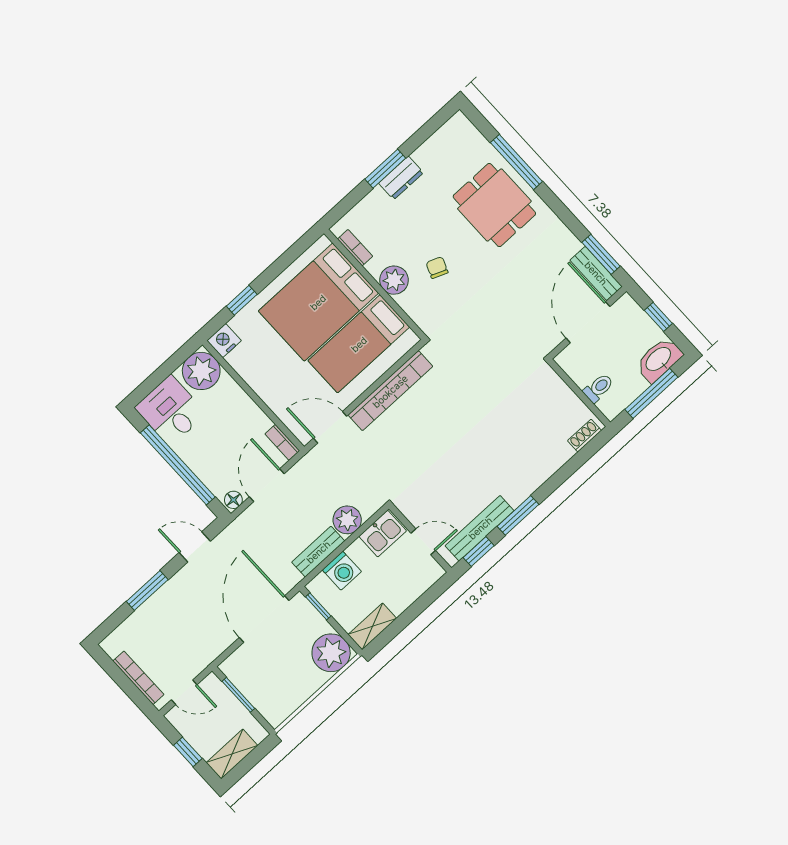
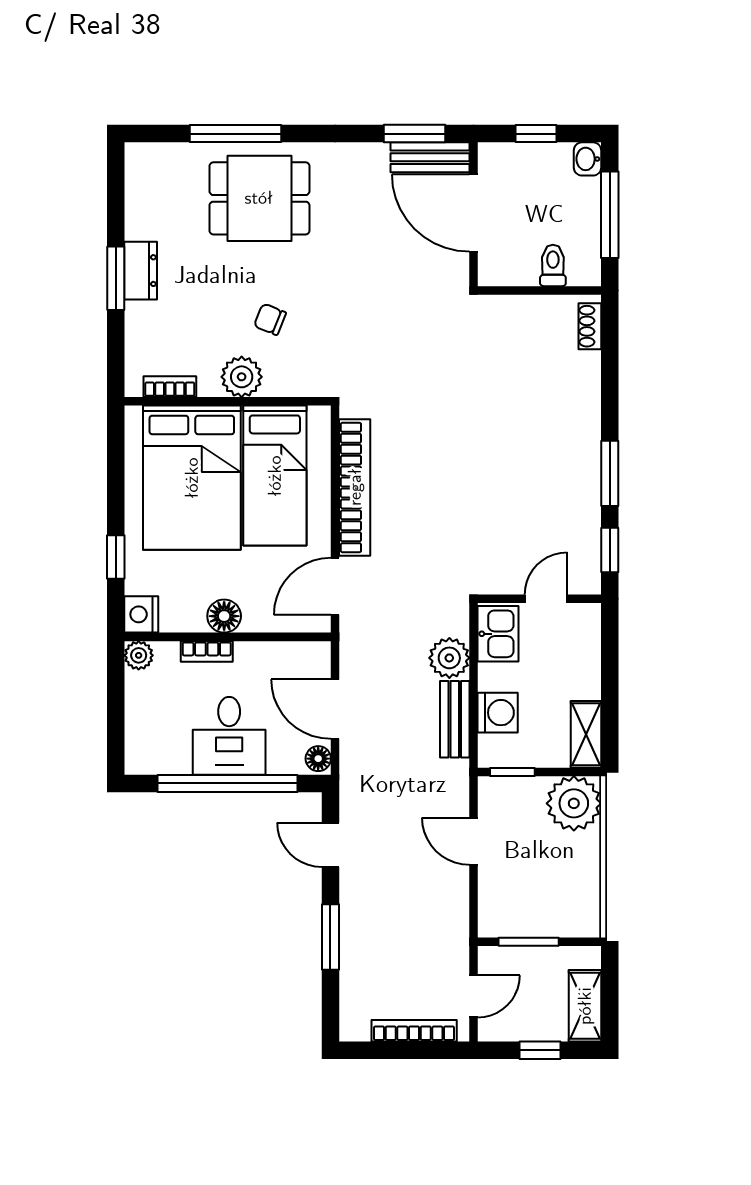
washbasin: (659, 360) -> (587, 159), width x0.52, depth x0.69
plant: (201, 371) -> (139, 655), width x0.53, depth x0.53
floor lamp: (262, 384) -> (224, 616), added
desk: (171, 411) -> (229, 736), moved, turned -90
bookcase: (282, 442) -> (207, 651), moved
bench: (480, 528) -> (586, 526), removed
door: (195, 547) -> (330, 845), hinge flipped
door: (264, 619) -> (474, 841), width x0.53

